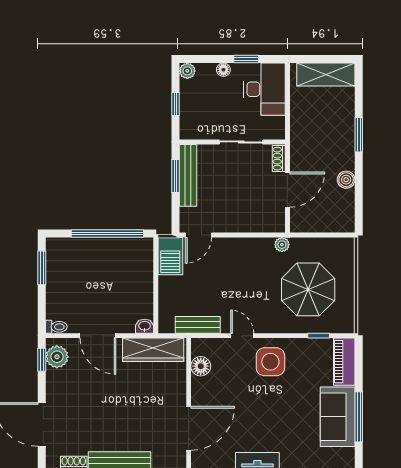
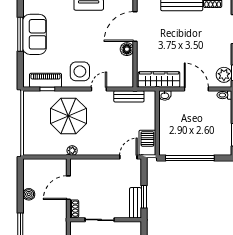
bench: (188, 175) -> (135, 203), width x0.73
parasol: (308, 289) -> (68, 116), moved
door: (242, 336) -> (99, 89), swing flipped
piano: (344, 362) -> (46, 80), moved, turned -90
floor lamp: (201, 366) -> (127, 49), moved

